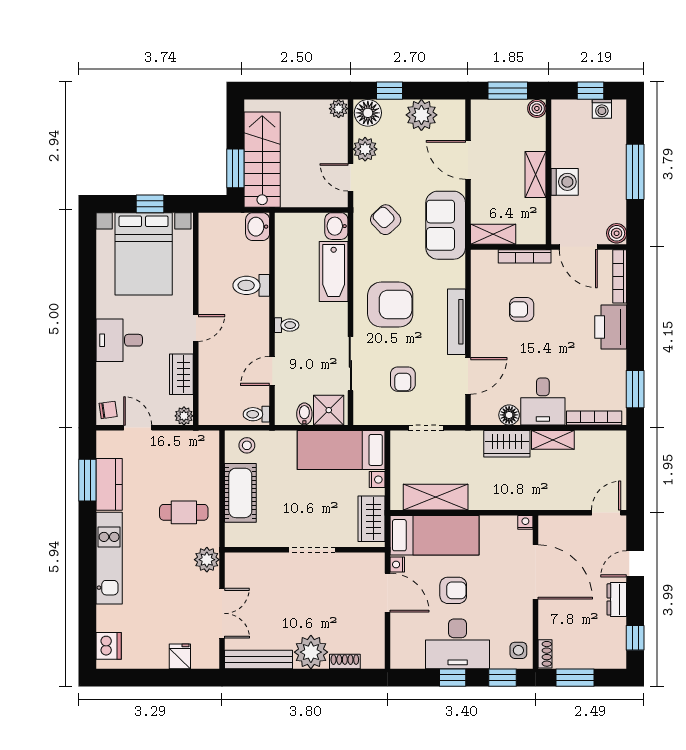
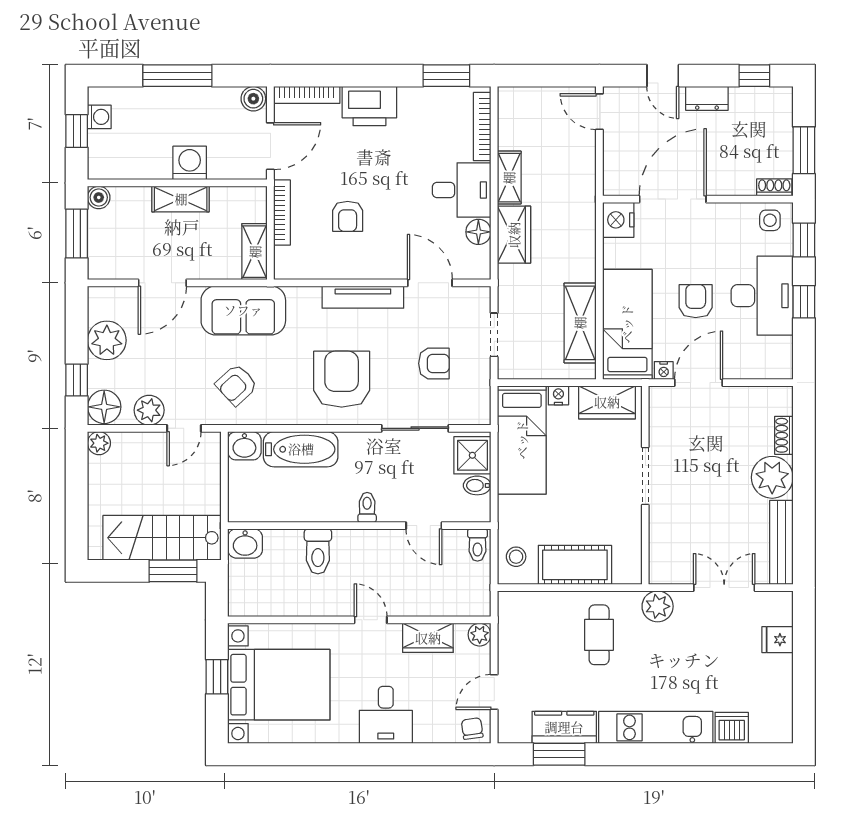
nightstand: (525, 522) -> (618, 220), width x1.89, depth x1.79
dishwasher: (109, 646) -> (732, 728), moved

